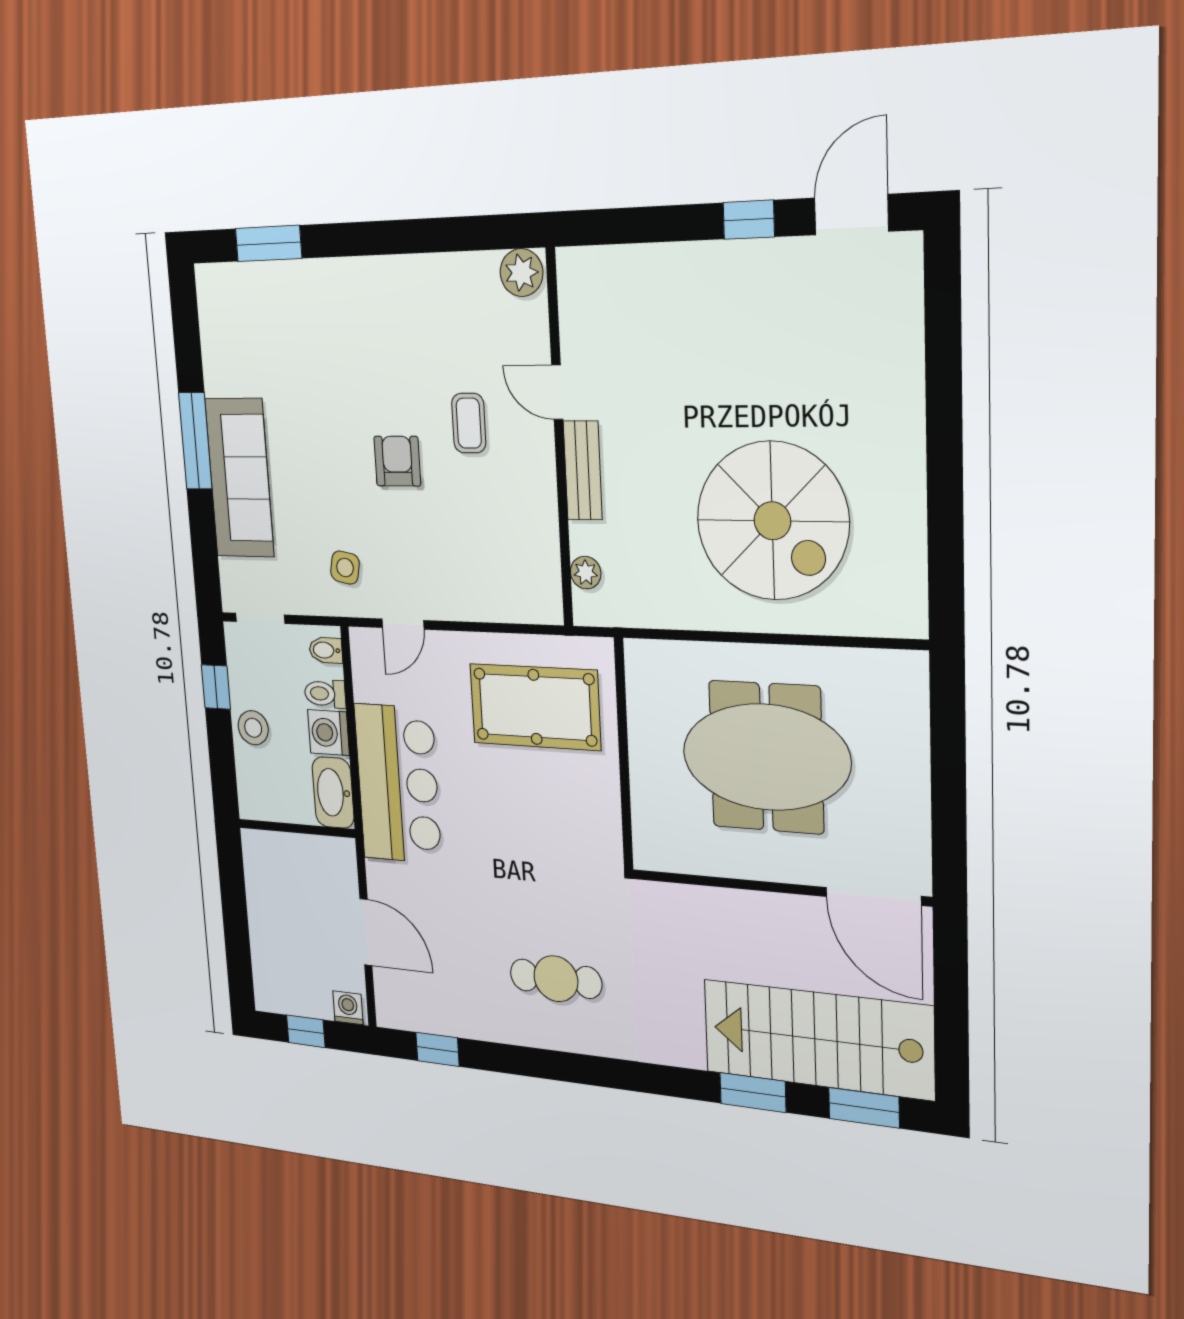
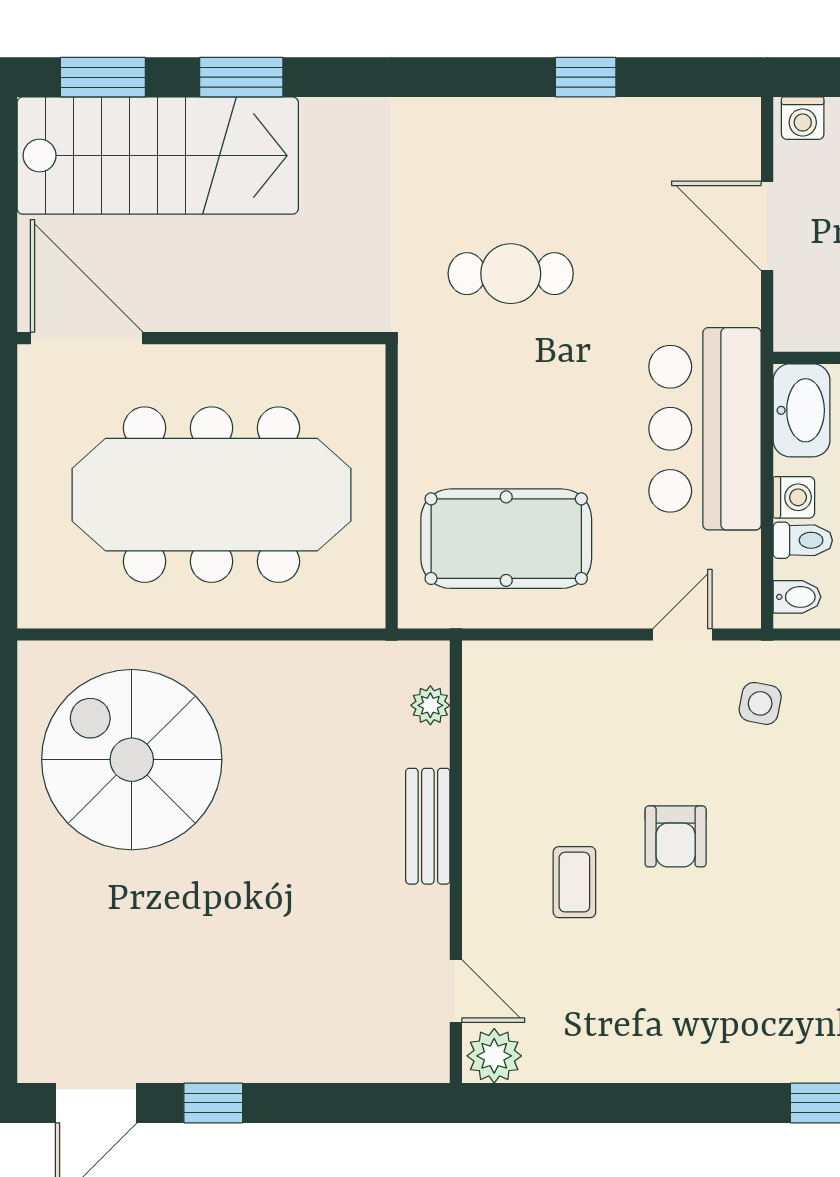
door: (557, 392) -> (456, 991), moved
spiral stairs: (772, 521) -> (132, 760), moved
washing machine: (329, 733) -> (794, 497), width x0.73, depth x0.73
meeting table: (766, 757) -> (211, 495), width x1.36
cafe table: (556, 979) -> (511, 274), moved
window: (437, 1049) -> (586, 77), moved

